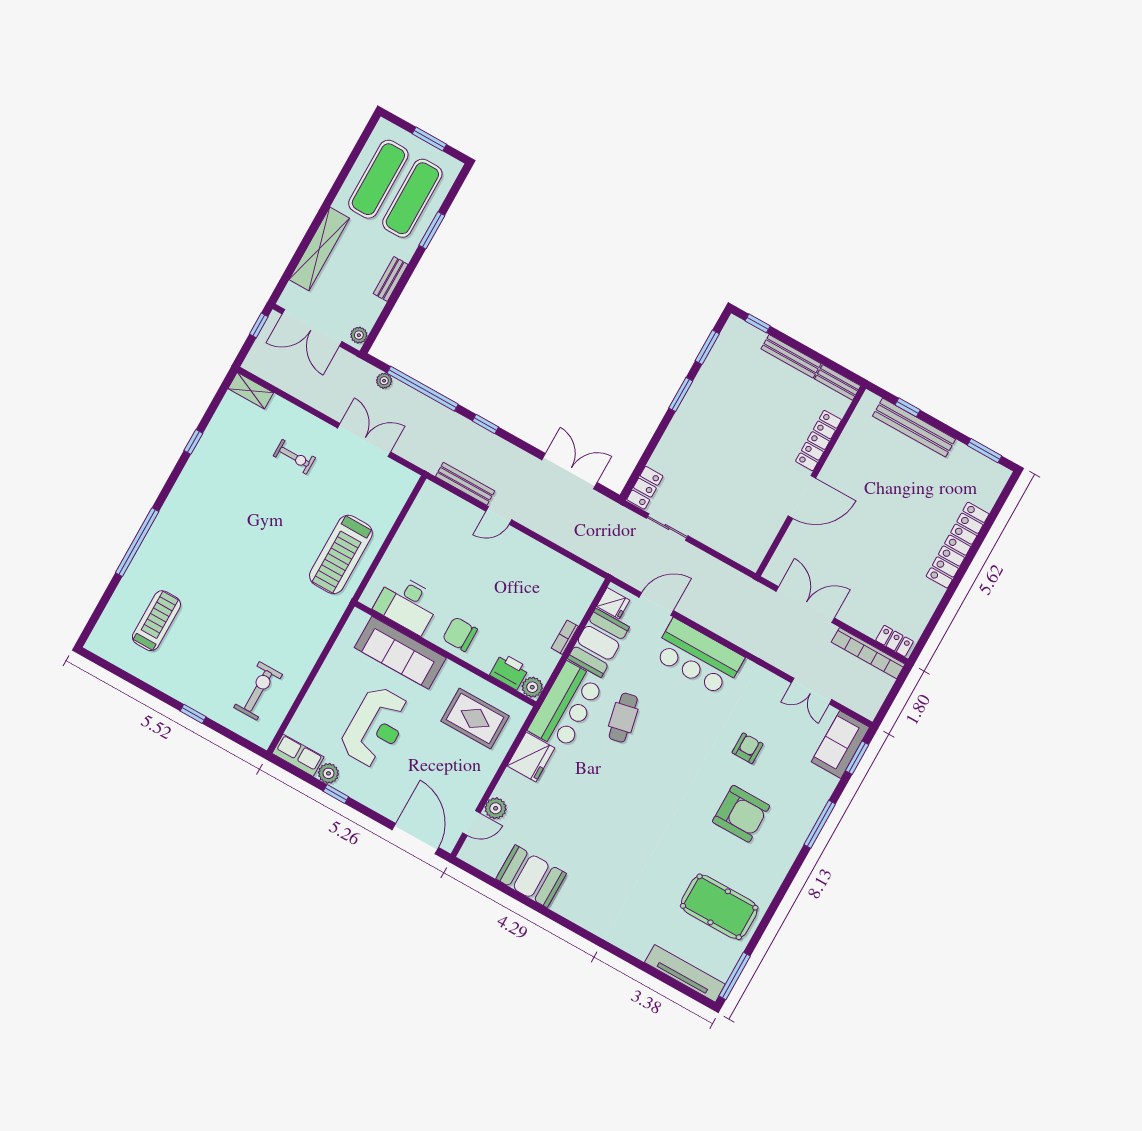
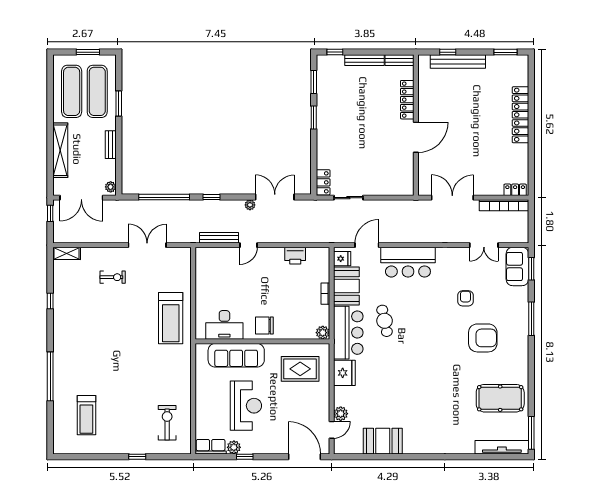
plant: (384, 381) -> (250, 205), moved
treadmill: (156, 621) -> (86, 415), turned 180
printer: (509, 671) -> (295, 256), moved, turned 180

